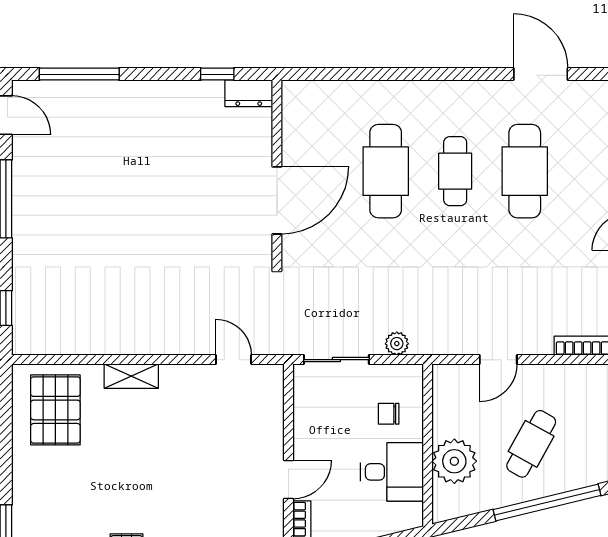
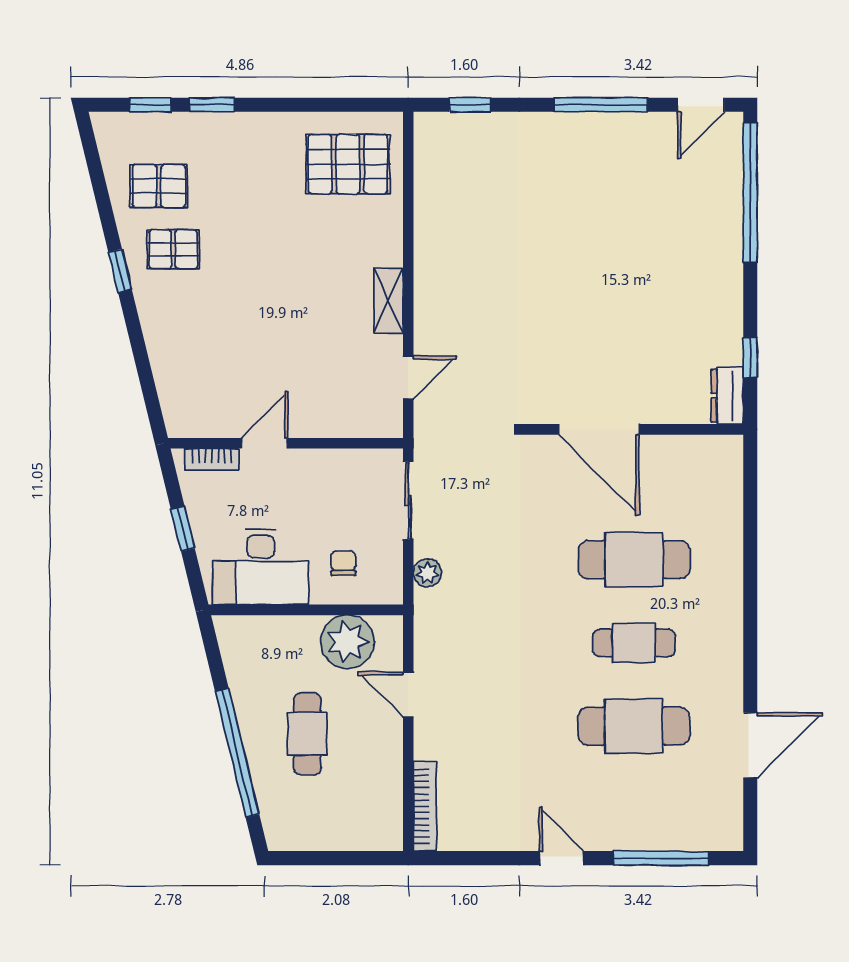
window: (79, 74) -> (750, 193), width x1.46
shelving: (131, 376) -> (388, 301), moved
cafe table: (531, 444) -> (307, 734), turned 61
plant: (454, 461) -> (347, 642), moved
desk: (392, 472) -> (261, 567), width x1.37
door: (288, 479) -> (265, 443), swing flipped

